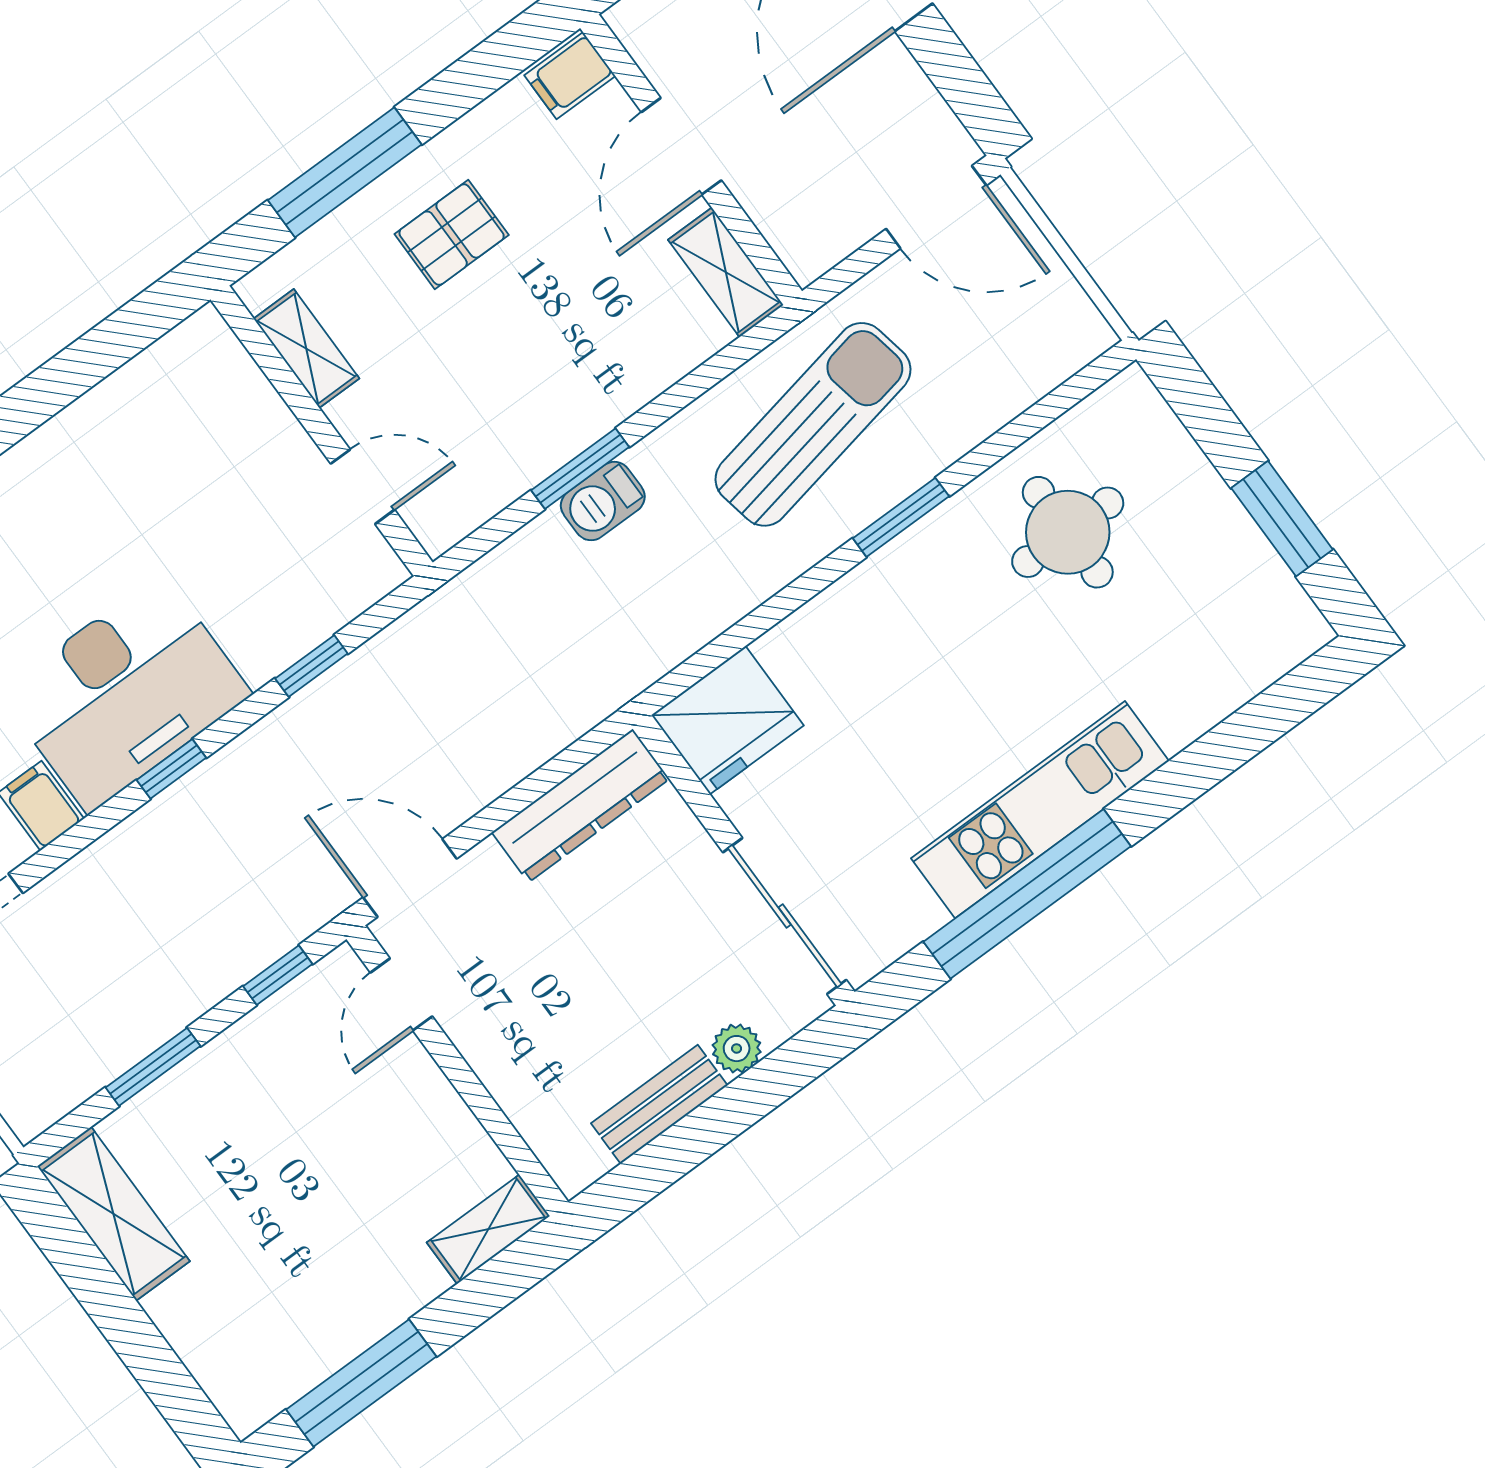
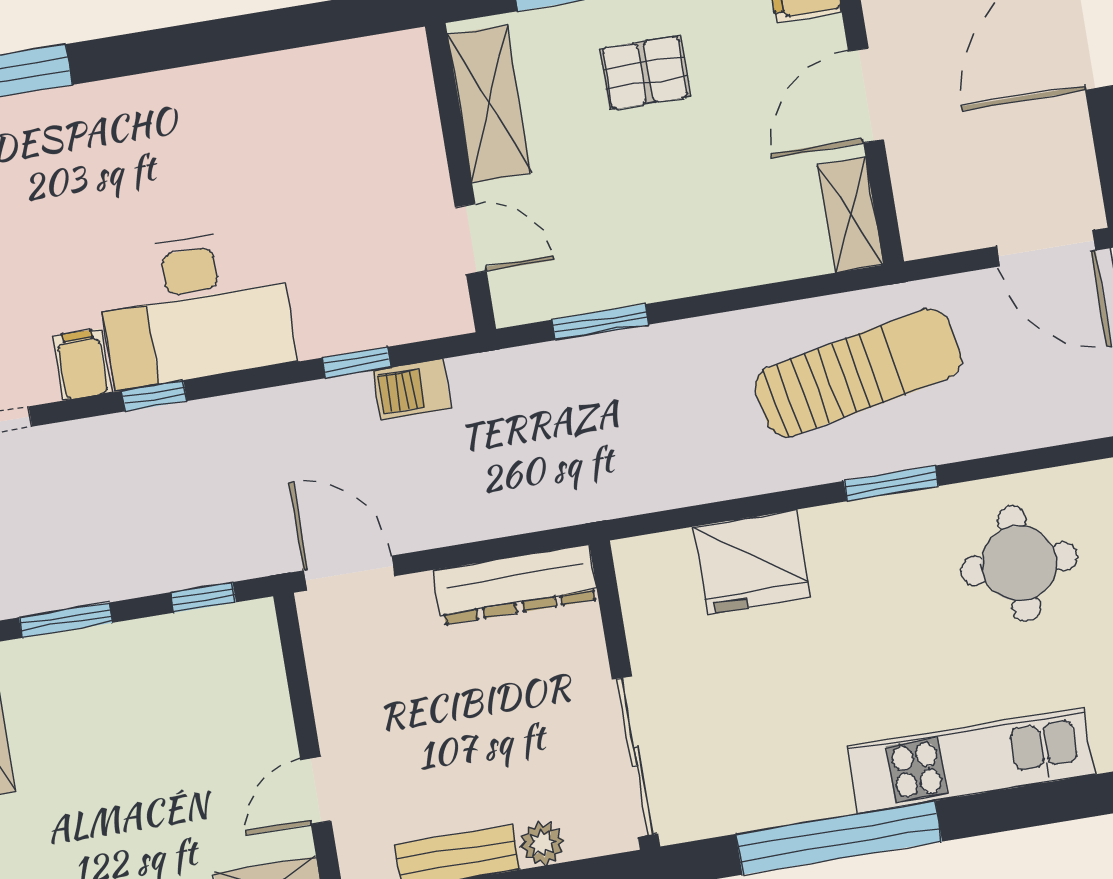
shelving: (306, 349) -> (489, 104), width x1.50, depth x1.33
window: (580, 469) -> (600, 322), moved
barbecue: (603, 501) -> (412, 389), moved
fridge: (728, 720) -> (752, 562), moved
window: (171, 769) -> (154, 396), moved
kitchen unit: (1040, 810) -> (971, 761), moved
door: (401, 994) -> (316, 790), moved

